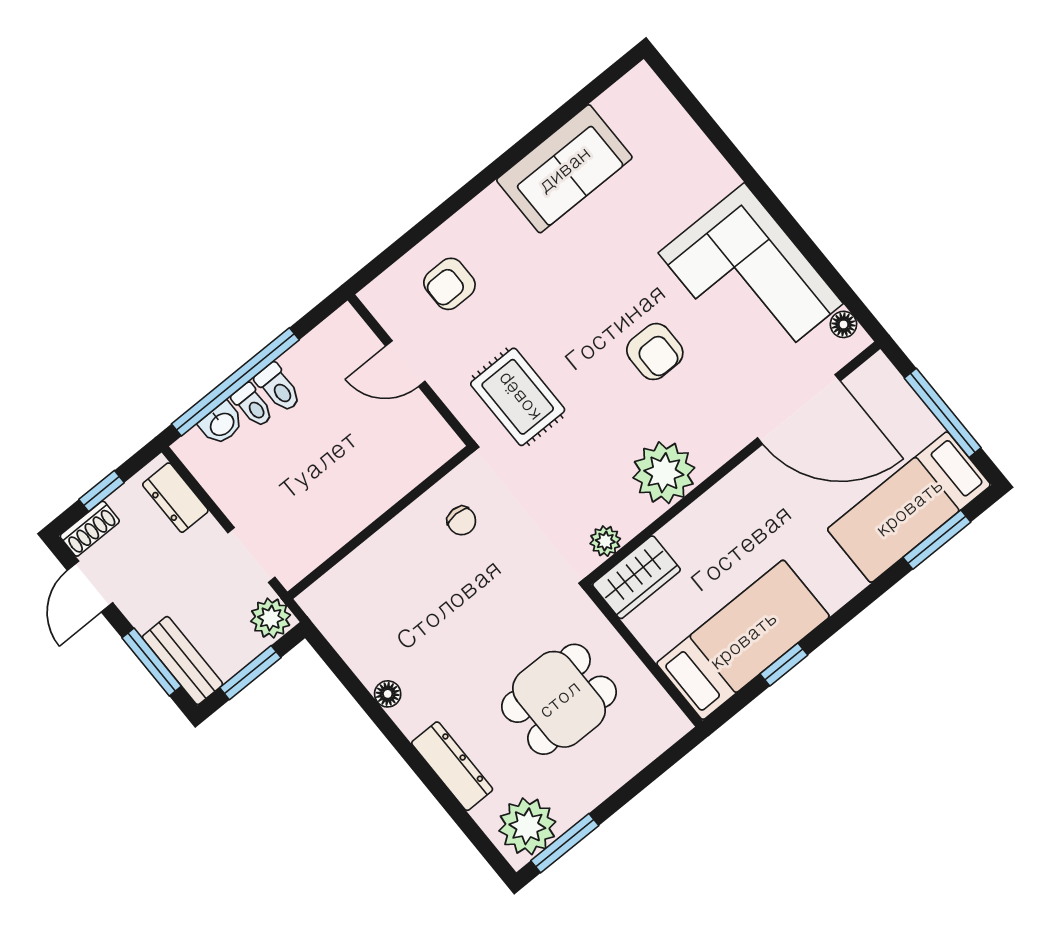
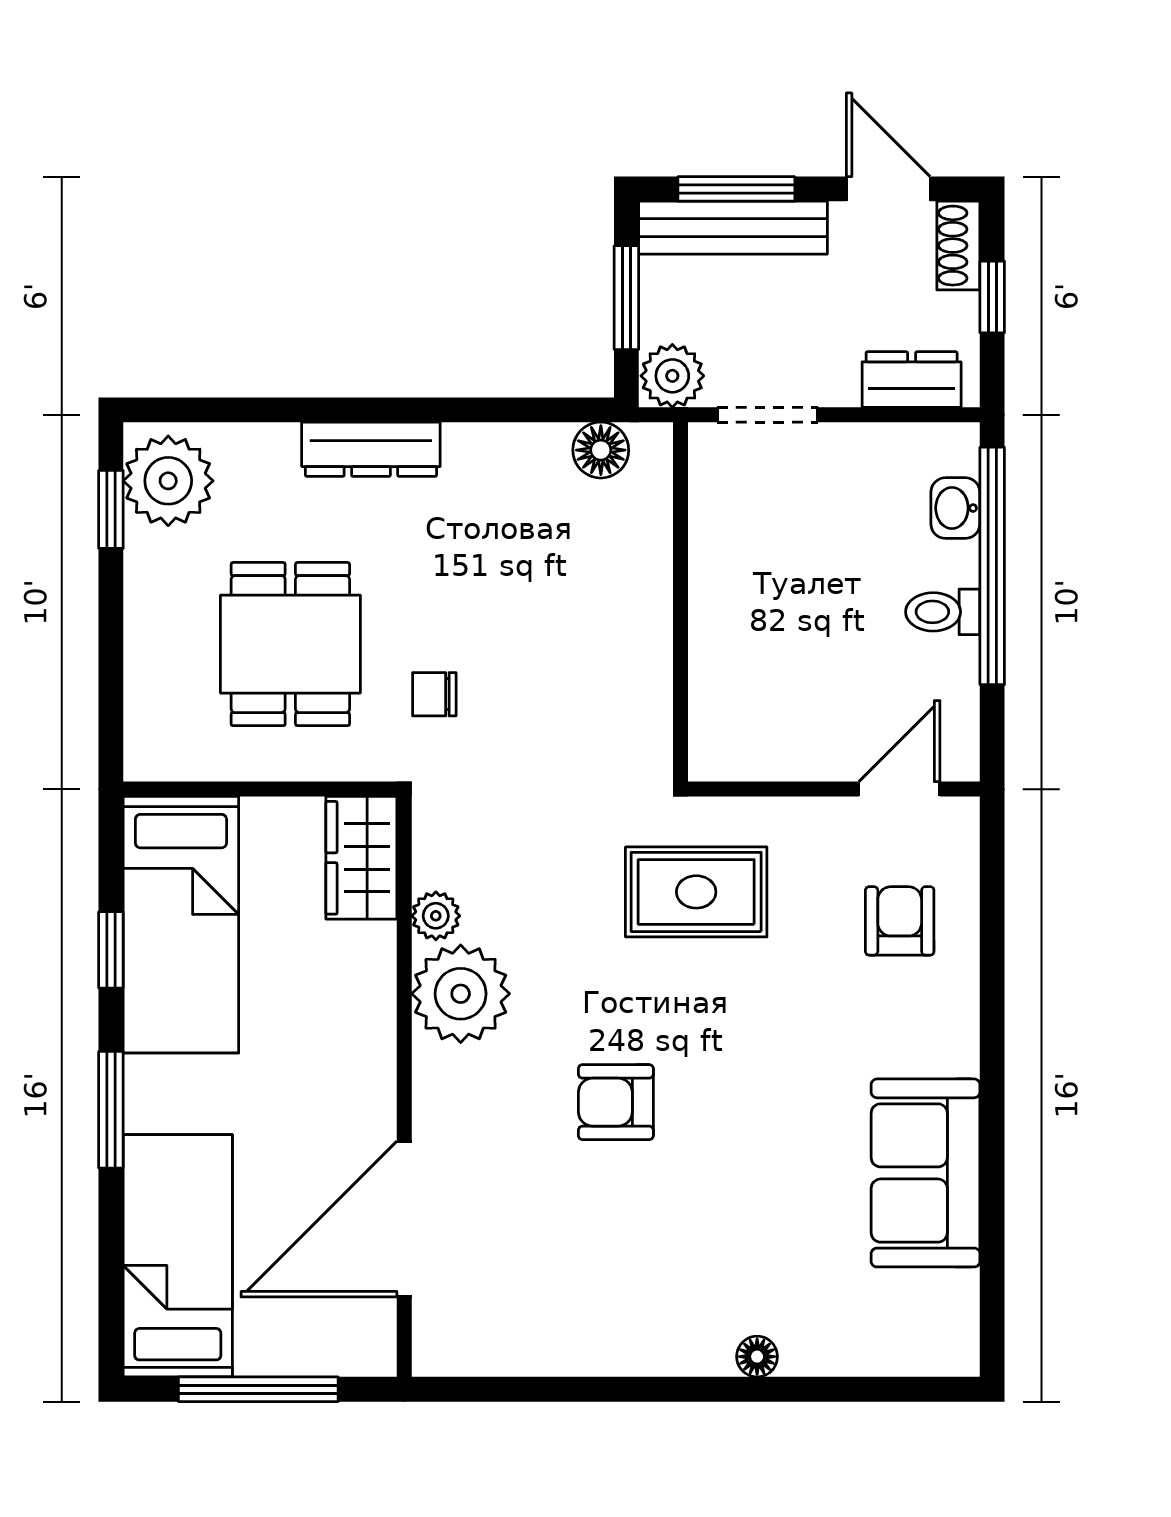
corner sofa: (751, 278) -> (610, 1290), removed
floor lamp: (843, 324) -> (757, 1357), moved
door: (405, 364) -> (899, 789), moved
toilet: (253, 405) -> (947, 564), removed
chair: (462, 521) -> (434, 694), moved
window: (937, 540) -> (111, 1110), moved
plant: (605, 541) -> (436, 916), moved
bench: (182, 661) -> (733, 228), width x1.36
floor lamp: (388, 694) -> (601, 450), moved, width x1.37, depth x1.37
dresser: (452, 766) -> (371, 449), moved
window: (565, 843) -> (111, 509), width x0.67

